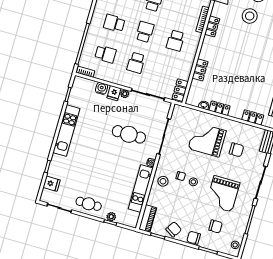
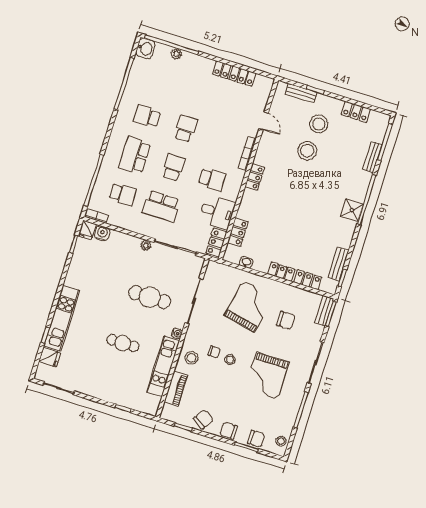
school desk: (114, 23) -> (135, 155), width x1.85
locker: (212, 26) -> (255, 177), moved
school desk: (175, 41) -> (212, 179), turned -90
school desk: (136, 63) -> (161, 206), width x1.85
desk: (180, 66) -> (217, 212), added
locker: (200, 70) -> (238, 232), moved
water cooler: (101, 88) -> (102, 233), moved
fridge: (114, 93) -> (87, 230), moved
locker: (220, 108) -> (281, 272), moved
kitchen unit: (66, 131) -> (62, 318), moved
grand piano: (207, 140) -> (249, 307), turned 102
cafe table: (89, 204) -> (123, 343), moved
plant: (111, 217) -> (125, 401), removed
piano: (148, 218) -> (176, 389), moved
chair: (216, 226) -> (256, 439), moved

